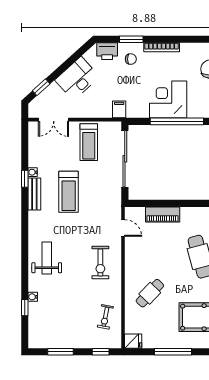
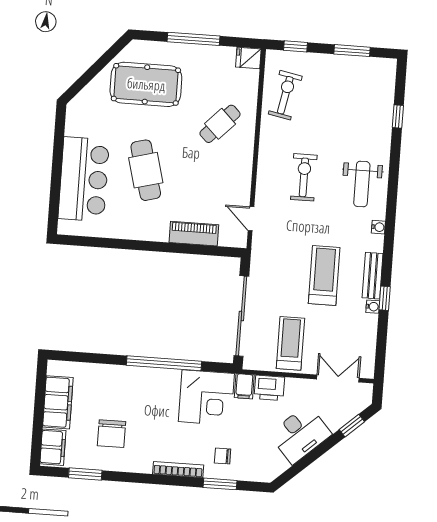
printer: (107, 51) -> (269, 388), moved, turned 180
corner desk: (168, 99) -> (206, 398), moved
exercise bike: (100, 263) -> (304, 177), moved
water cooler: (33, 297) -> (378, 227), moved
exercise bike: (105, 317) -> (285, 95), width x1.38, depth x1.39

